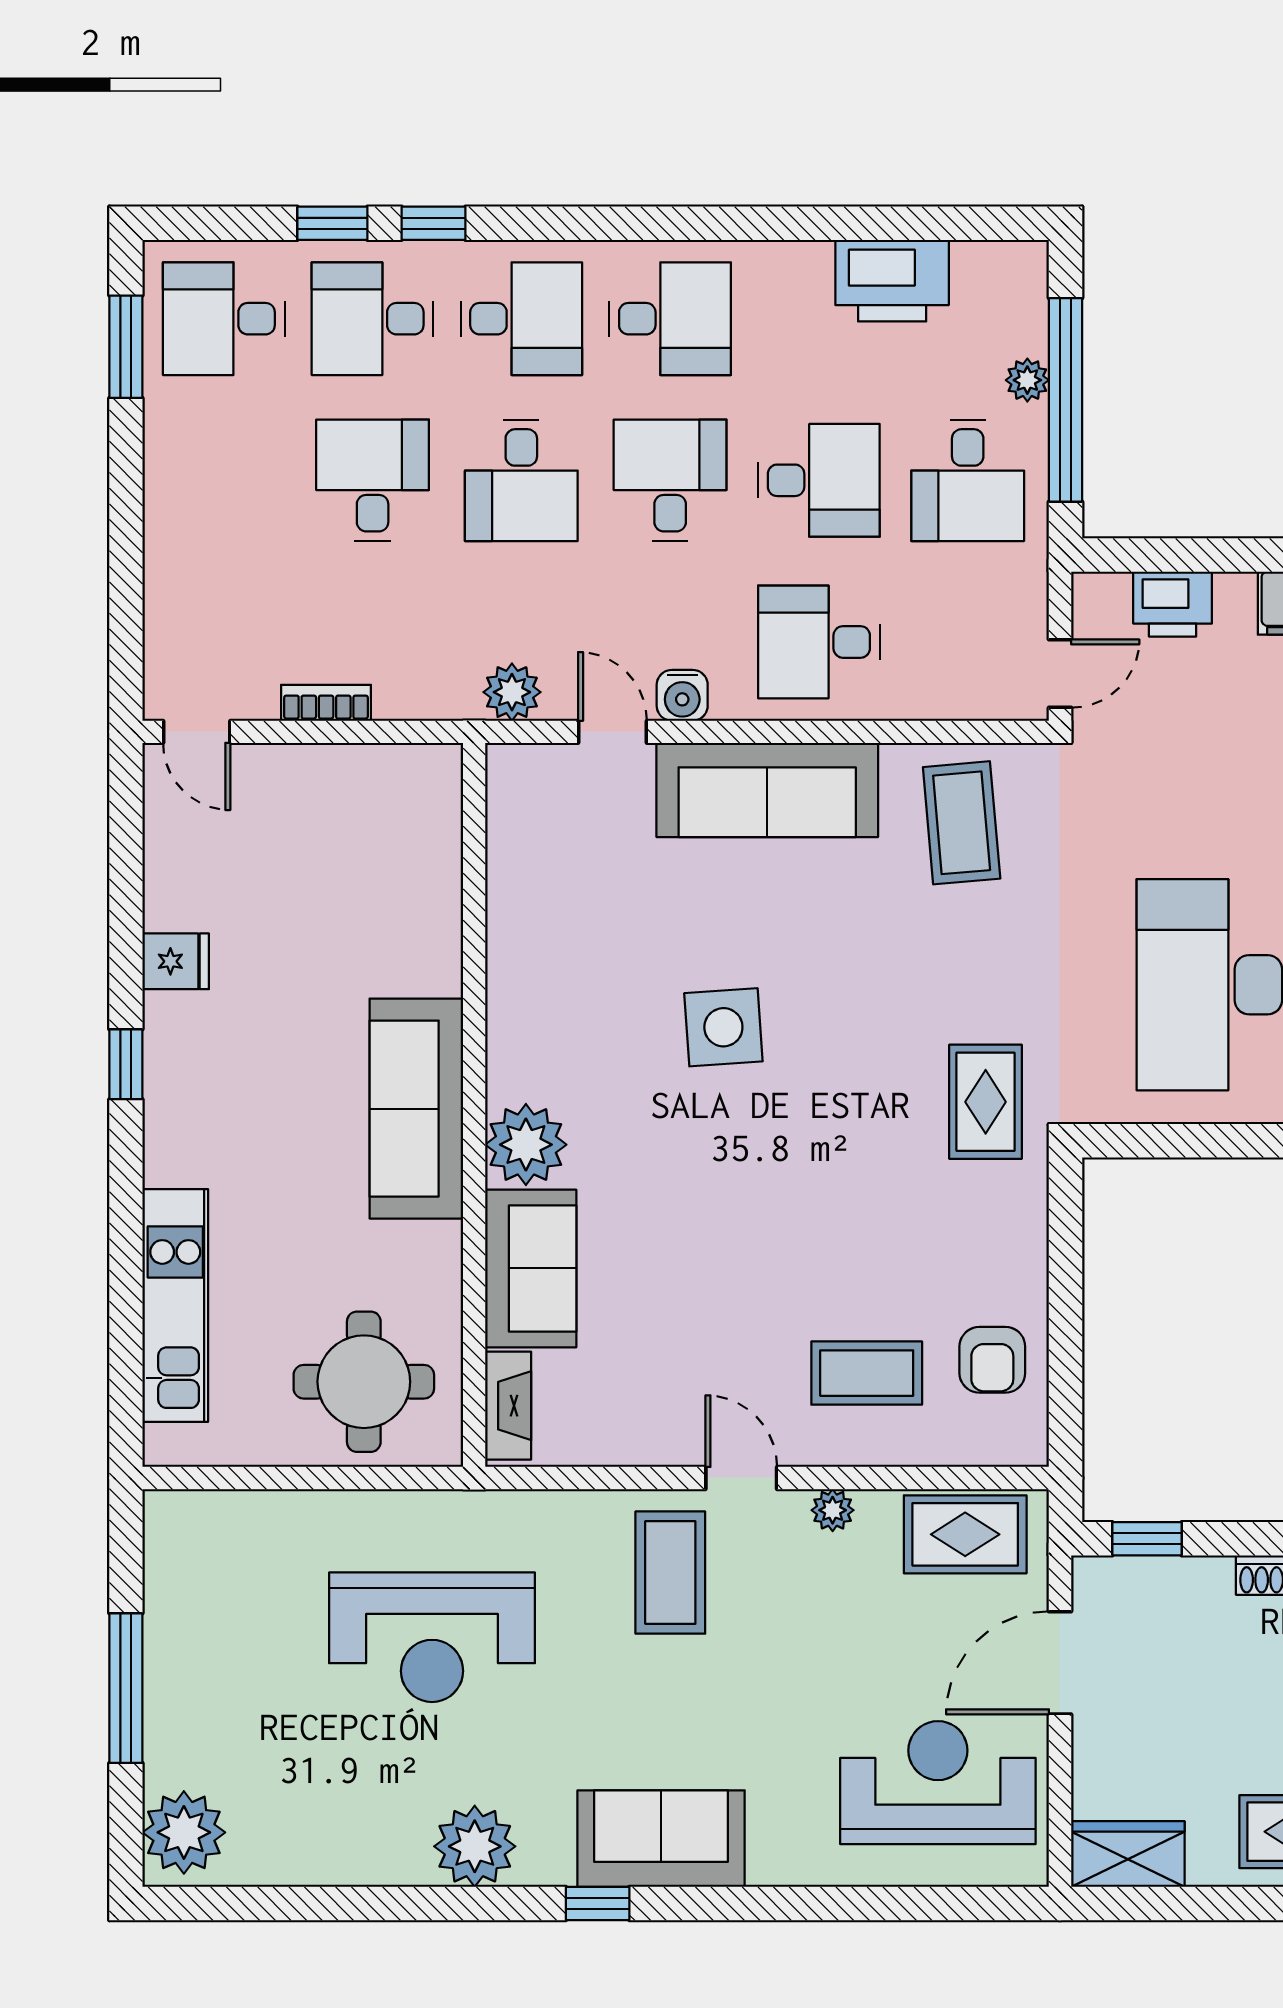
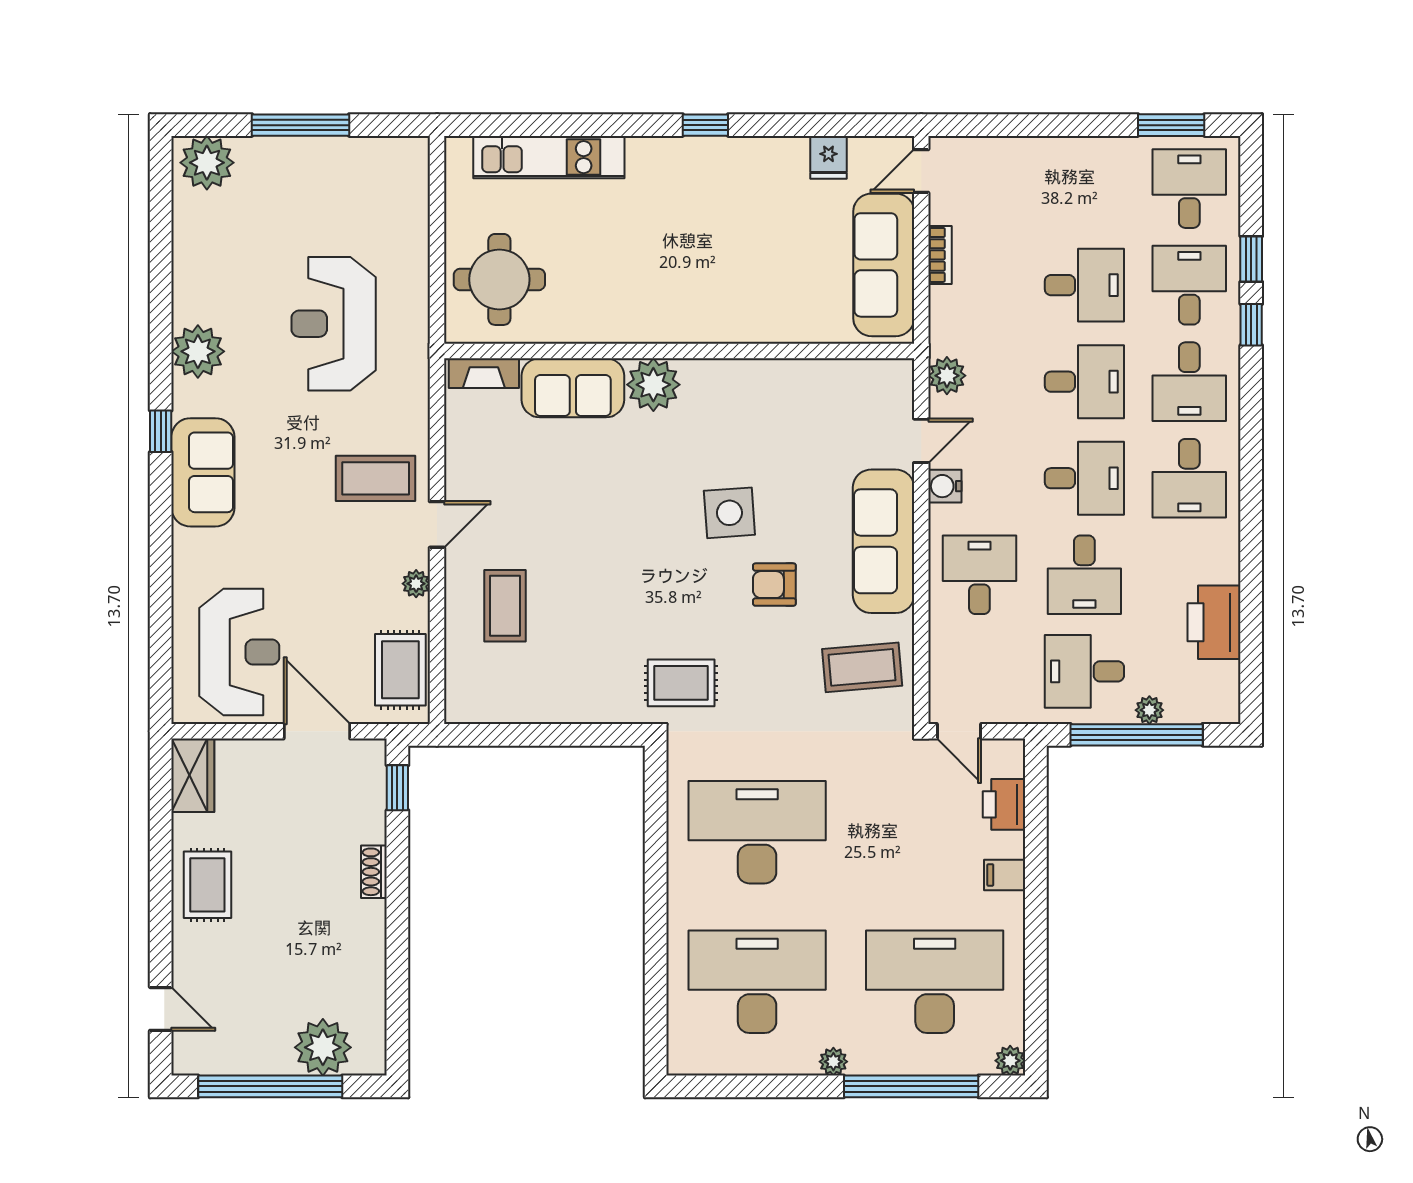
desk: (521, 480) -> (1084, 382), turned 180
fridge: (176, 961) -> (829, 157), moved
sofa: (416, 1109) -> (884, 265), moved, turned -90
armchair: (992, 1360) -> (774, 585), moved

